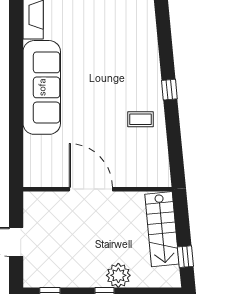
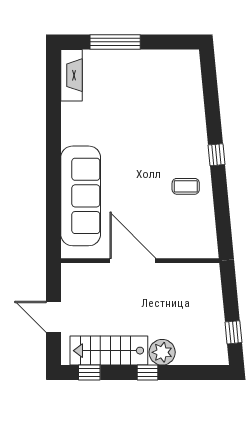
sofa: (42, 87) -> (81, 196), moved
stairs: (162, 229) -> (109, 351), moved, turned 95

